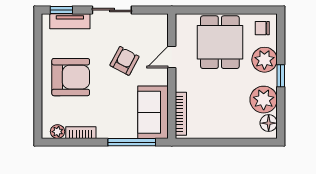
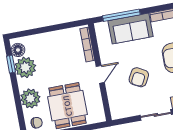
door: (172, 57) -> (100, 74), moved
window: (281, 76) -> (11, 64), moved
sofa: (153, 112) -> (130, 29), moved, turned 90

